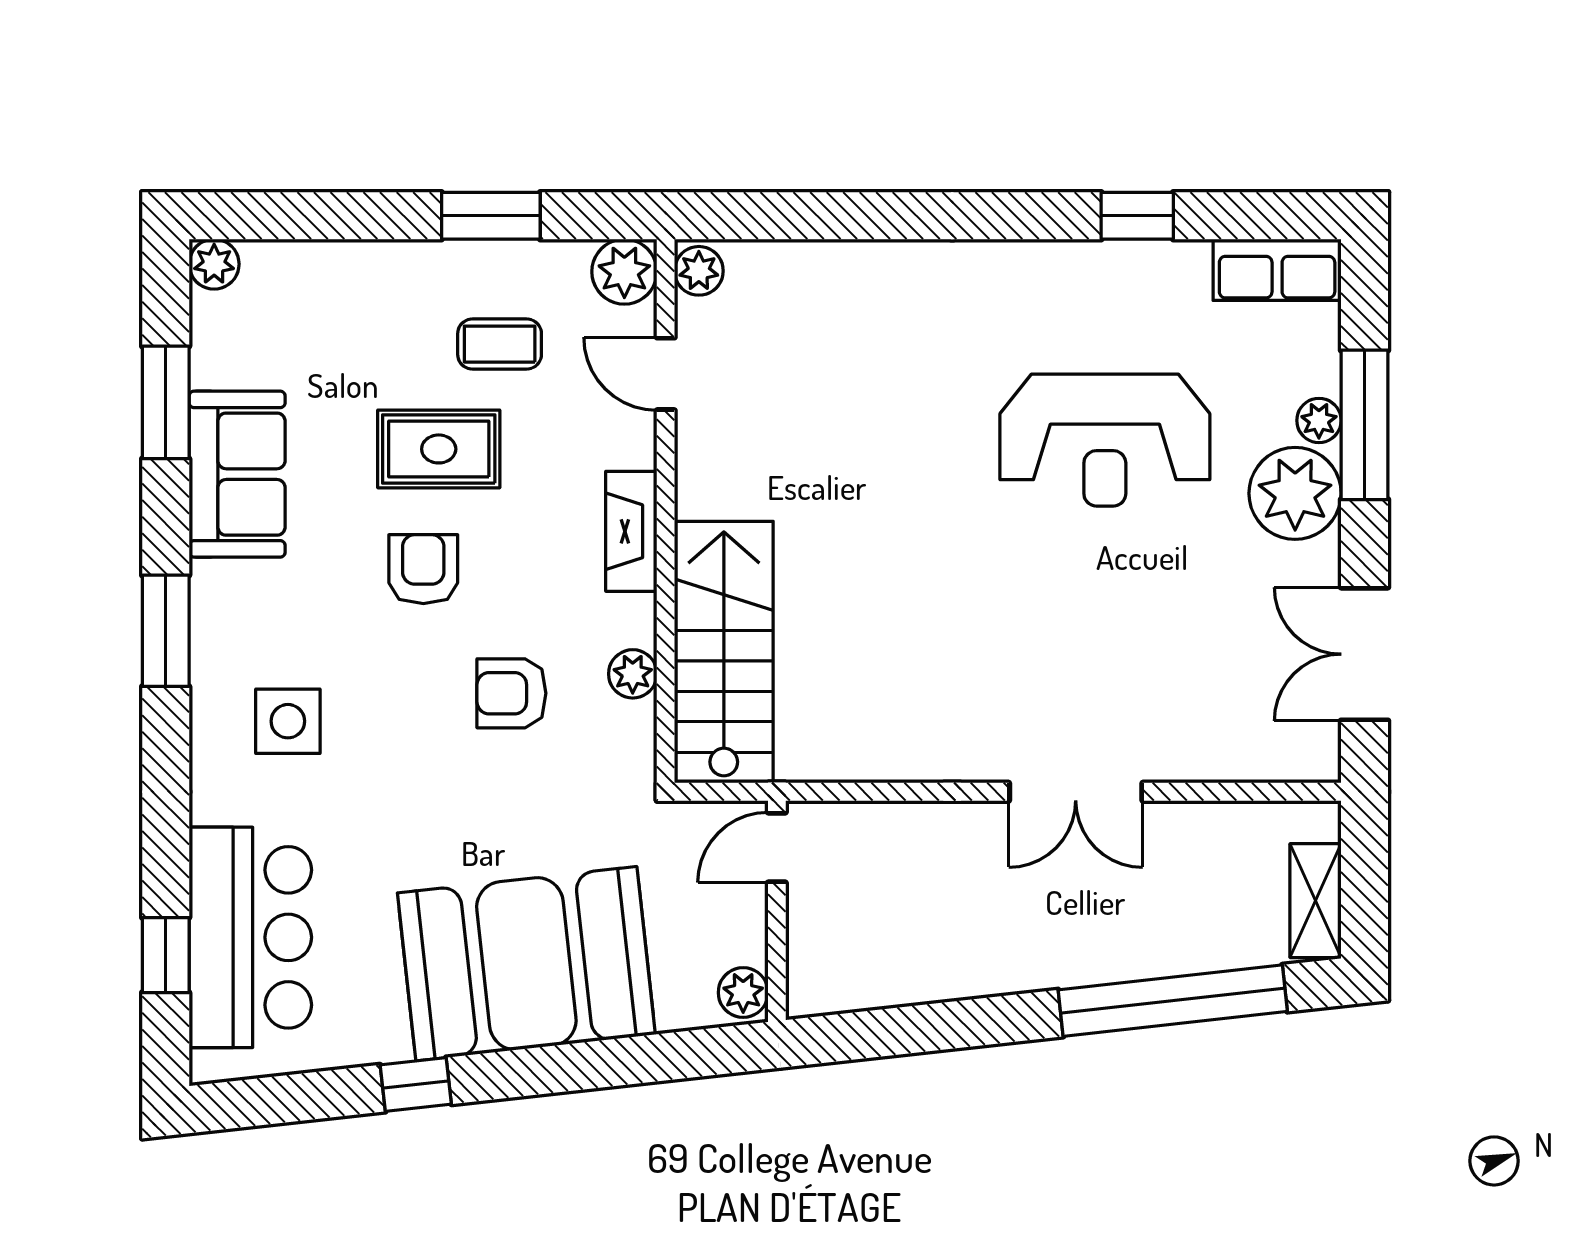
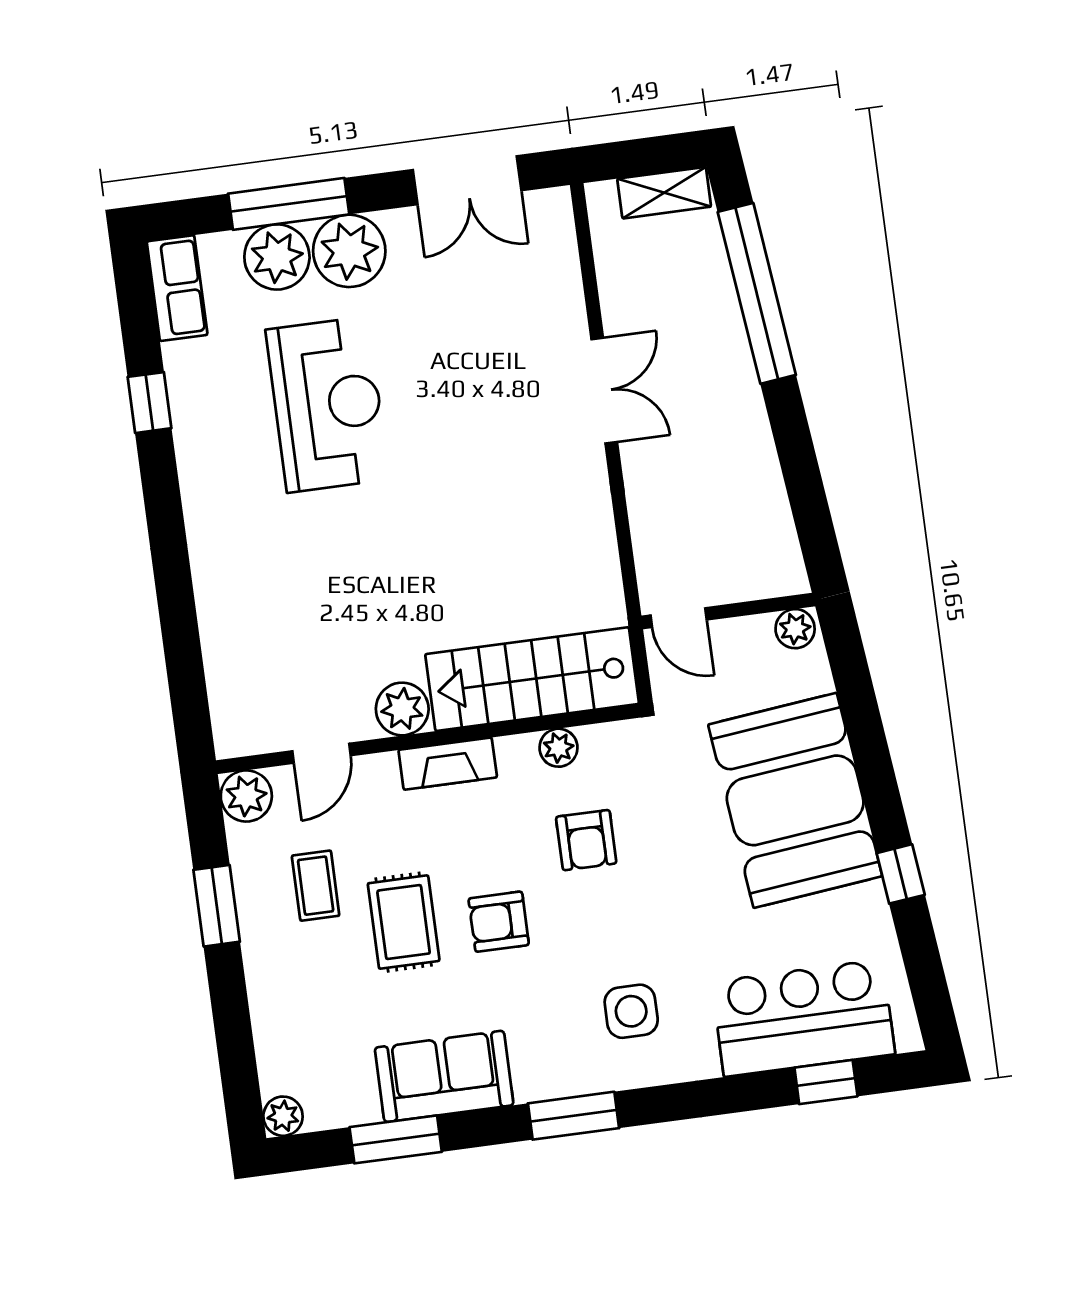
plant: (699, 271) -> (402, 709), moved, width x1.38, depth x1.38
plant: (1319, 420) -> (277, 257), width x1.88, depth x1.88

